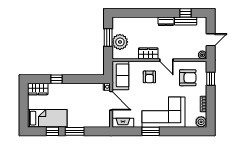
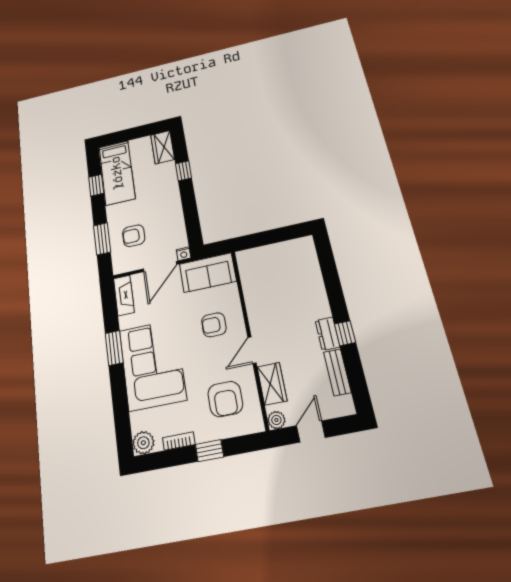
window: (186, 13) -> (345, 333), moved
window: (108, 38) -> (272, 236), removed
door: (211, 40) -> (311, 432), swing flipped
plant: (120, 42) -> (269, 258), removed
wardrobe: (148, 53) -> (272, 384), moved
window: (211, 79) -> (210, 451), moved
armchair: (89, 113) -> (134, 236), added
window: (75, 131) -> (102, 239), moved

